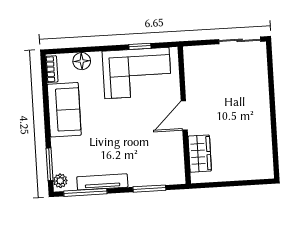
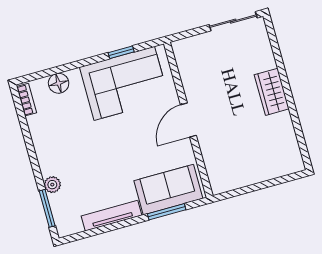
sofa: (64, 110) -> (168, 190), moved, turned -90
wardrobe: (200, 154) -> (272, 92), moved, turned 180
plant: (60, 181) -> (52, 185), moved
window: (85, 192) -> (95, 232), removed

